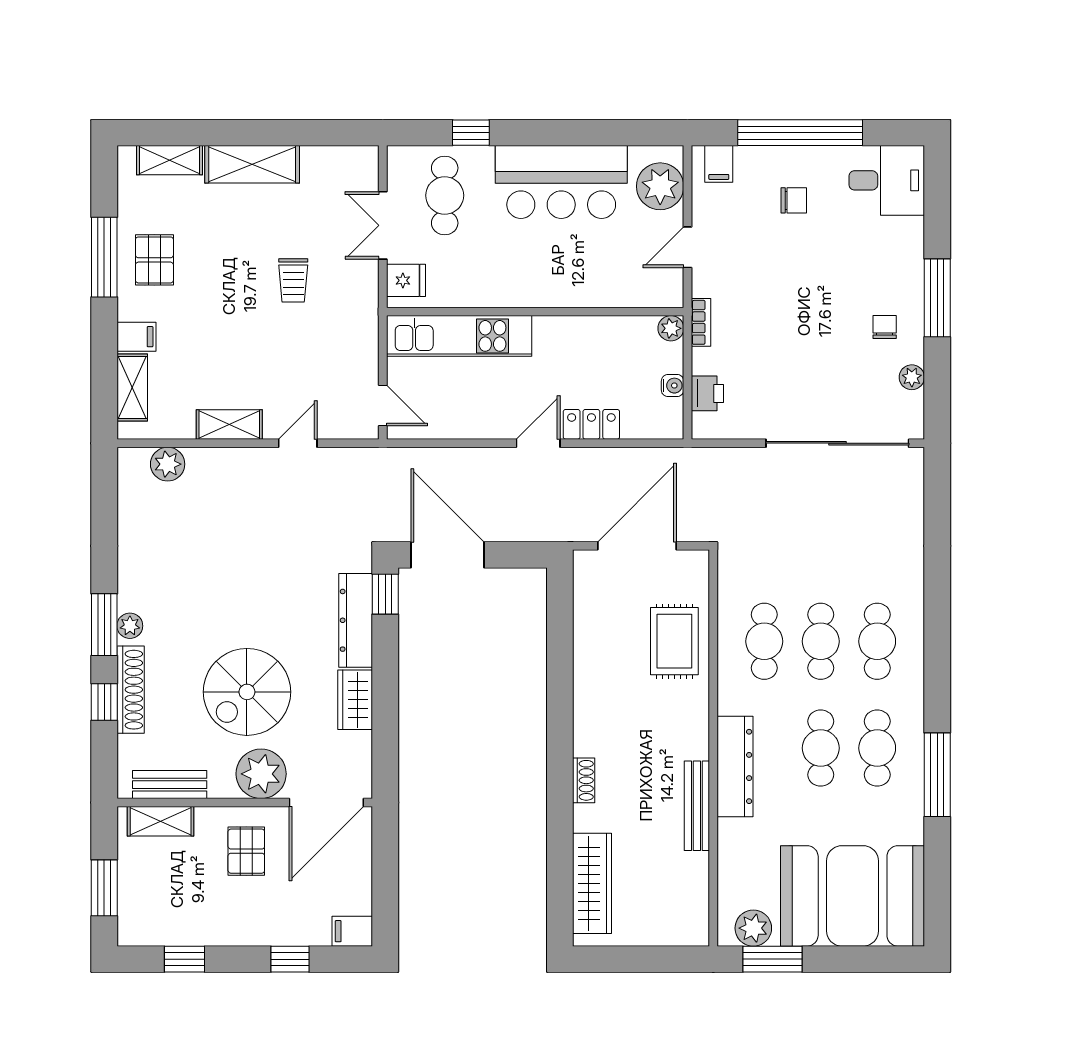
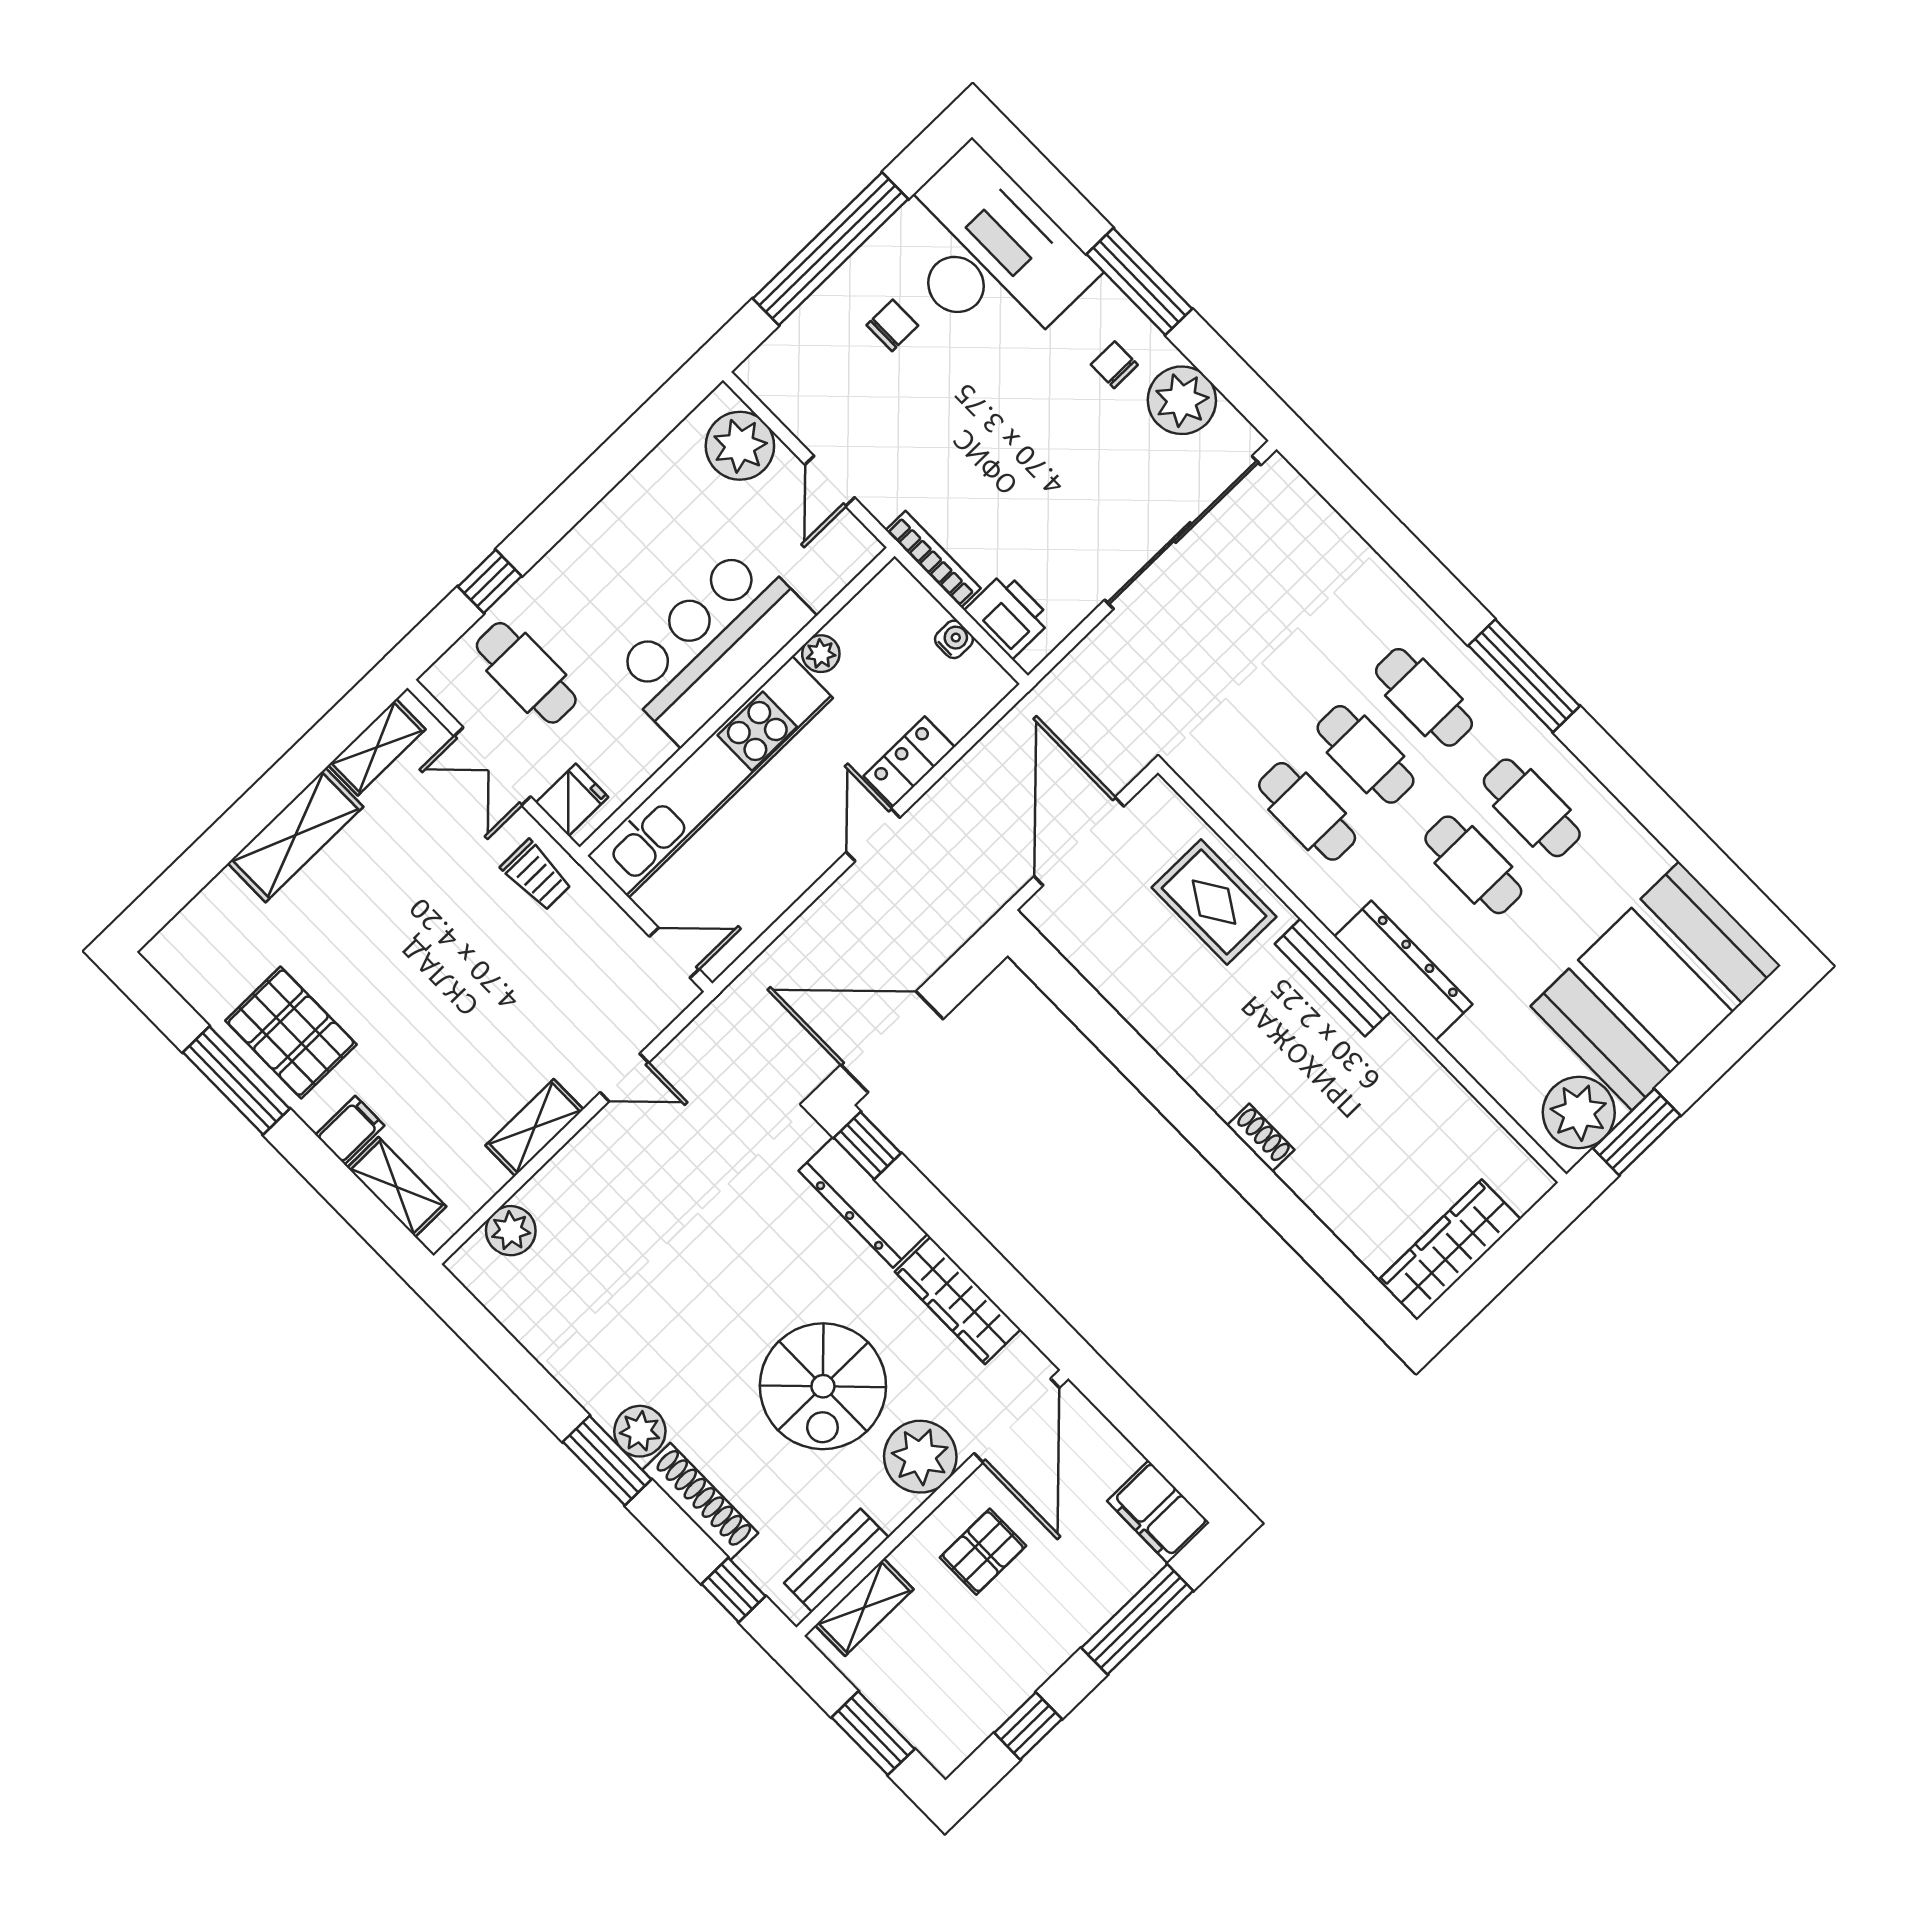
shelving: (170, 160) -> (377, 747), moved
filing cabinet: (719, 164) -> (778, 363), removed
desk: (887, 180) -> (987, 254), width x1.87, depth x1.30
bar counter: (561, 182) -> (712, 644), moved, turned 180
pallet: (154, 260) -> (291, 1033), width x1.50, depth x1.42
trolley: (293, 280) -> (536, 875), moved
bookcase: (701, 322) -> (933, 559), width x1.56
plant: (671, 328) -> (821, 654), moved
kitchen unit: (459, 336) -> (710, 777), width x1.36
plant: (912, 377) -> (1182, 400), width x1.87, depth x1.87
printer: (707, 393) -> (1008, 615), width x1.36, depth x1.24
door: (298, 443) -> (624, 1078), swing flipped
plant: (130, 626) -> (640, 1431), width x1.38, depth x1.38
wardrobe: (355, 700) -> (958, 1300), width x1.50
window: (104, 702) -> (733, 1590), moved
window: (937, 775) -> (1524, 676), moved
bench: (697, 806) -> (1333, 978), moved
pallet: (246, 851) -> (983, 1552), turned 90
wardrobe: (592, 883) -> (1449, 1250), moved, turned -90
plant: (753, 928) -> (1579, 1113), width x1.36, depth x1.36
filing cabinet: (352, 931) -> (1158, 1512), width x2.00
window: (290, 959) -> (1137, 1619), width x2.17

